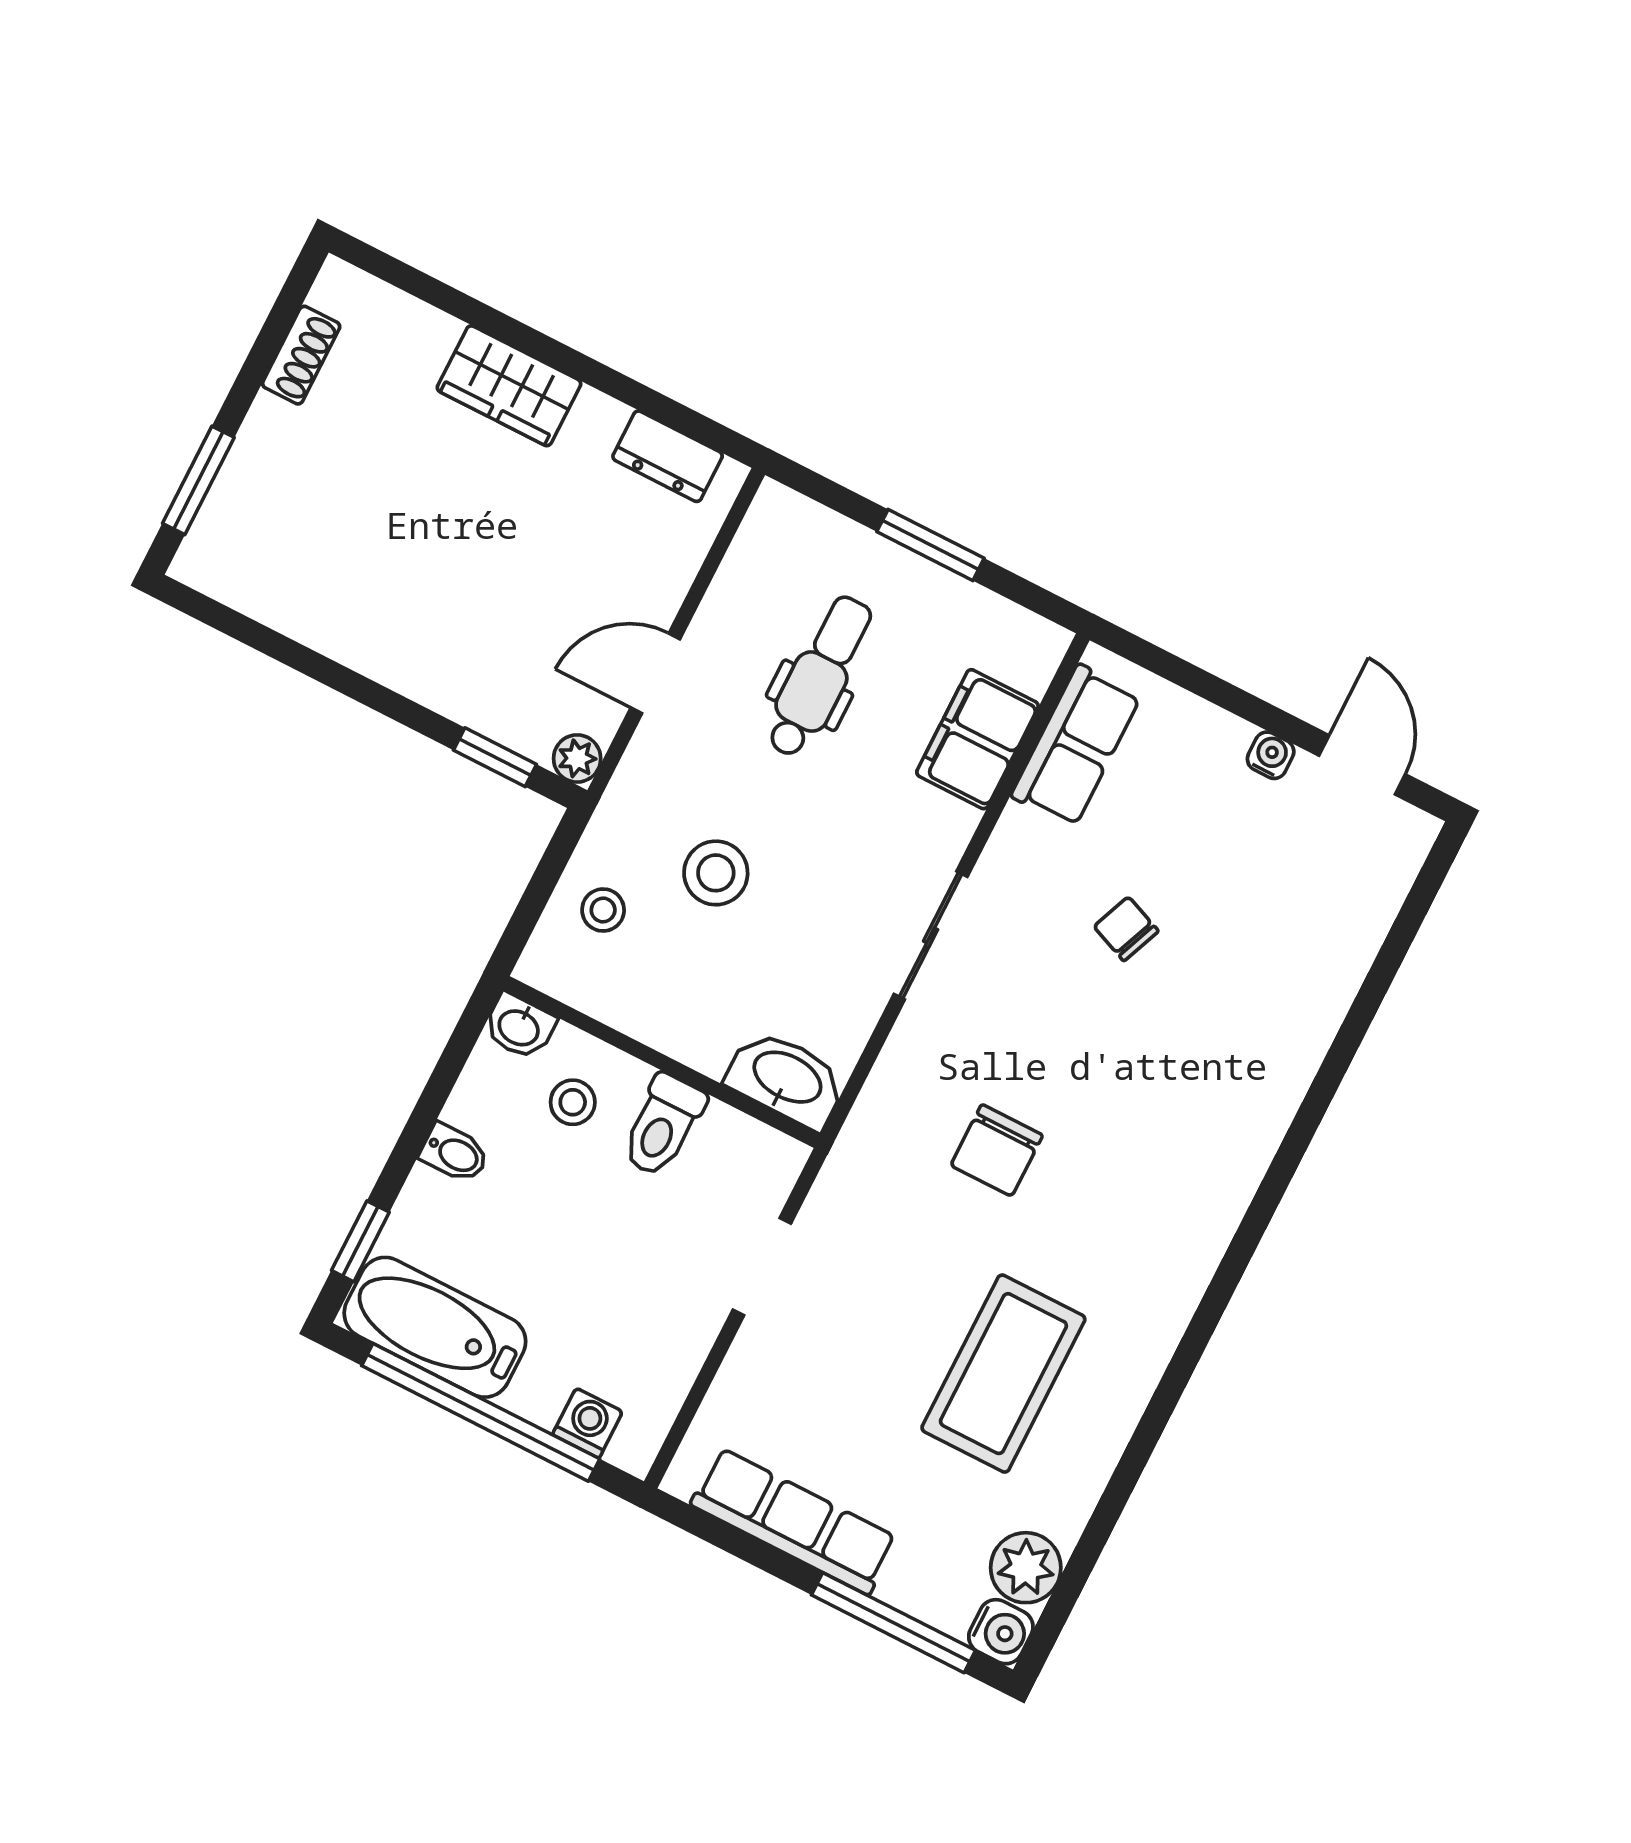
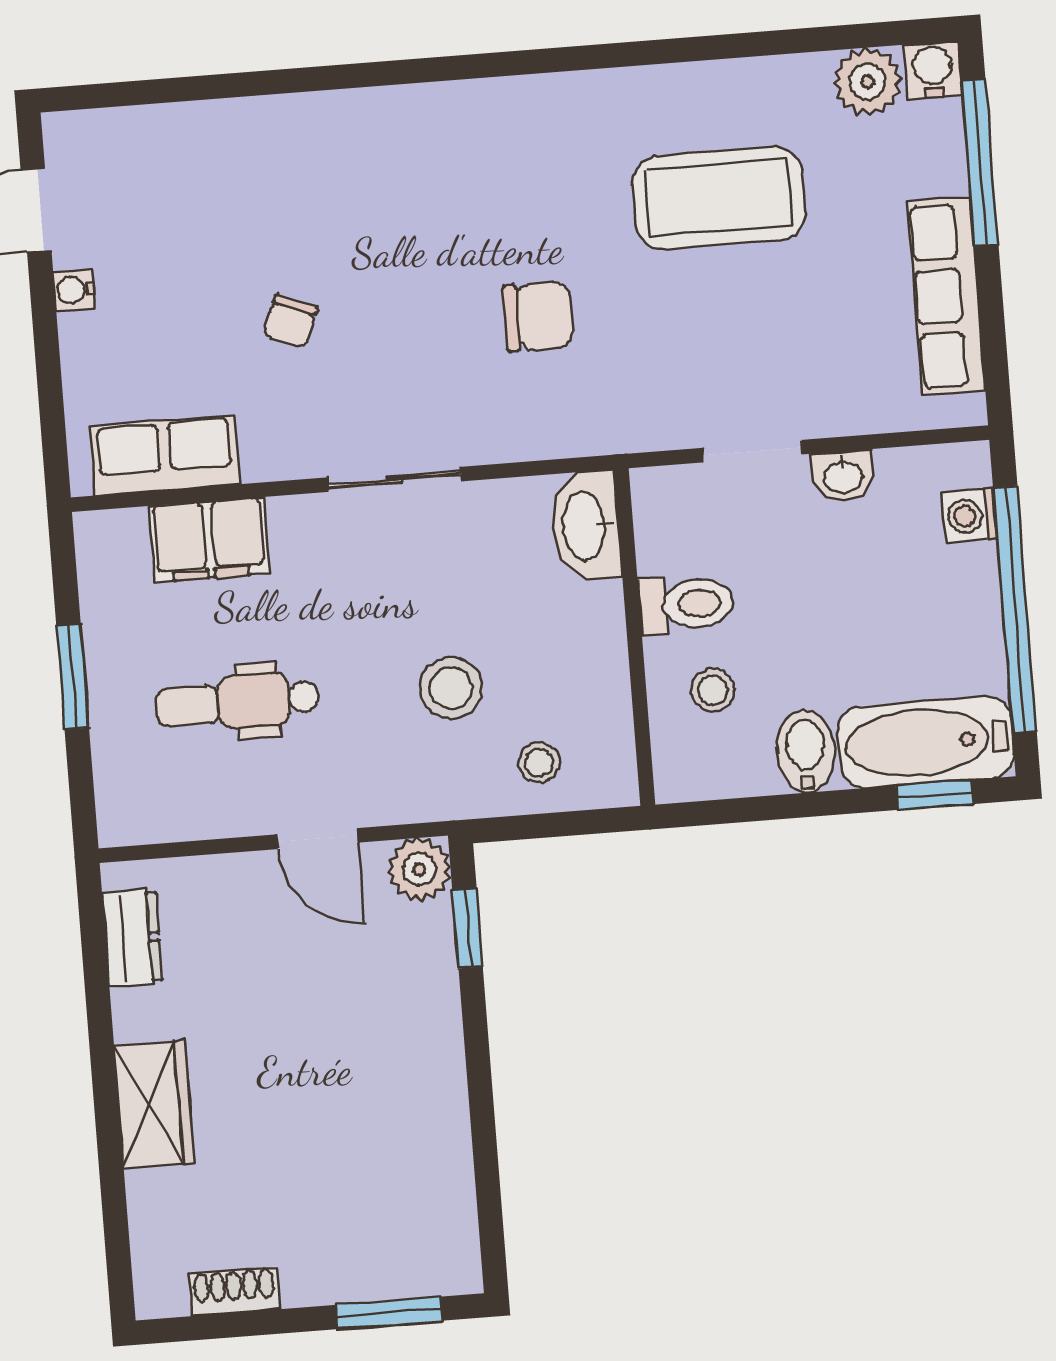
plant: (577, 758) -> (419, 869), width x1.38, depth x1.38
washbasin: (519, 1027) -> (843, 476), moved, turned 90
bidet: (454, 1153) -> (806, 752), width x1.38, depth x1.36
bathtub: (435, 1327) -> (926, 742), moved, turned 90

